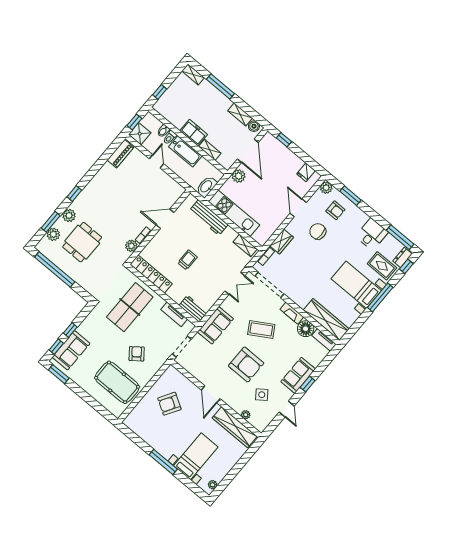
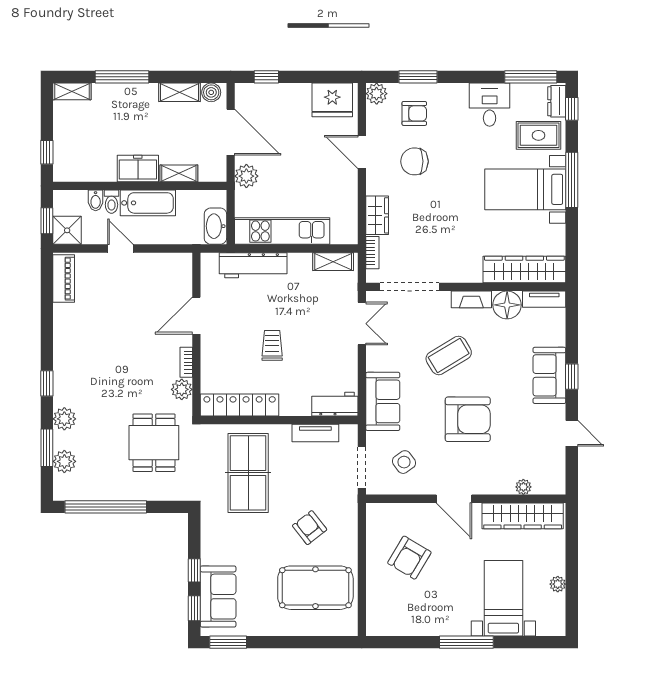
fridge: (306, 172) -> (332, 100), width x1.88, depth x1.34
dining table: (82, 242) -> (154, 443), moved
side table: (262, 395) -> (404, 462), moved
plant: (213, 485) -> (558, 584), moved

